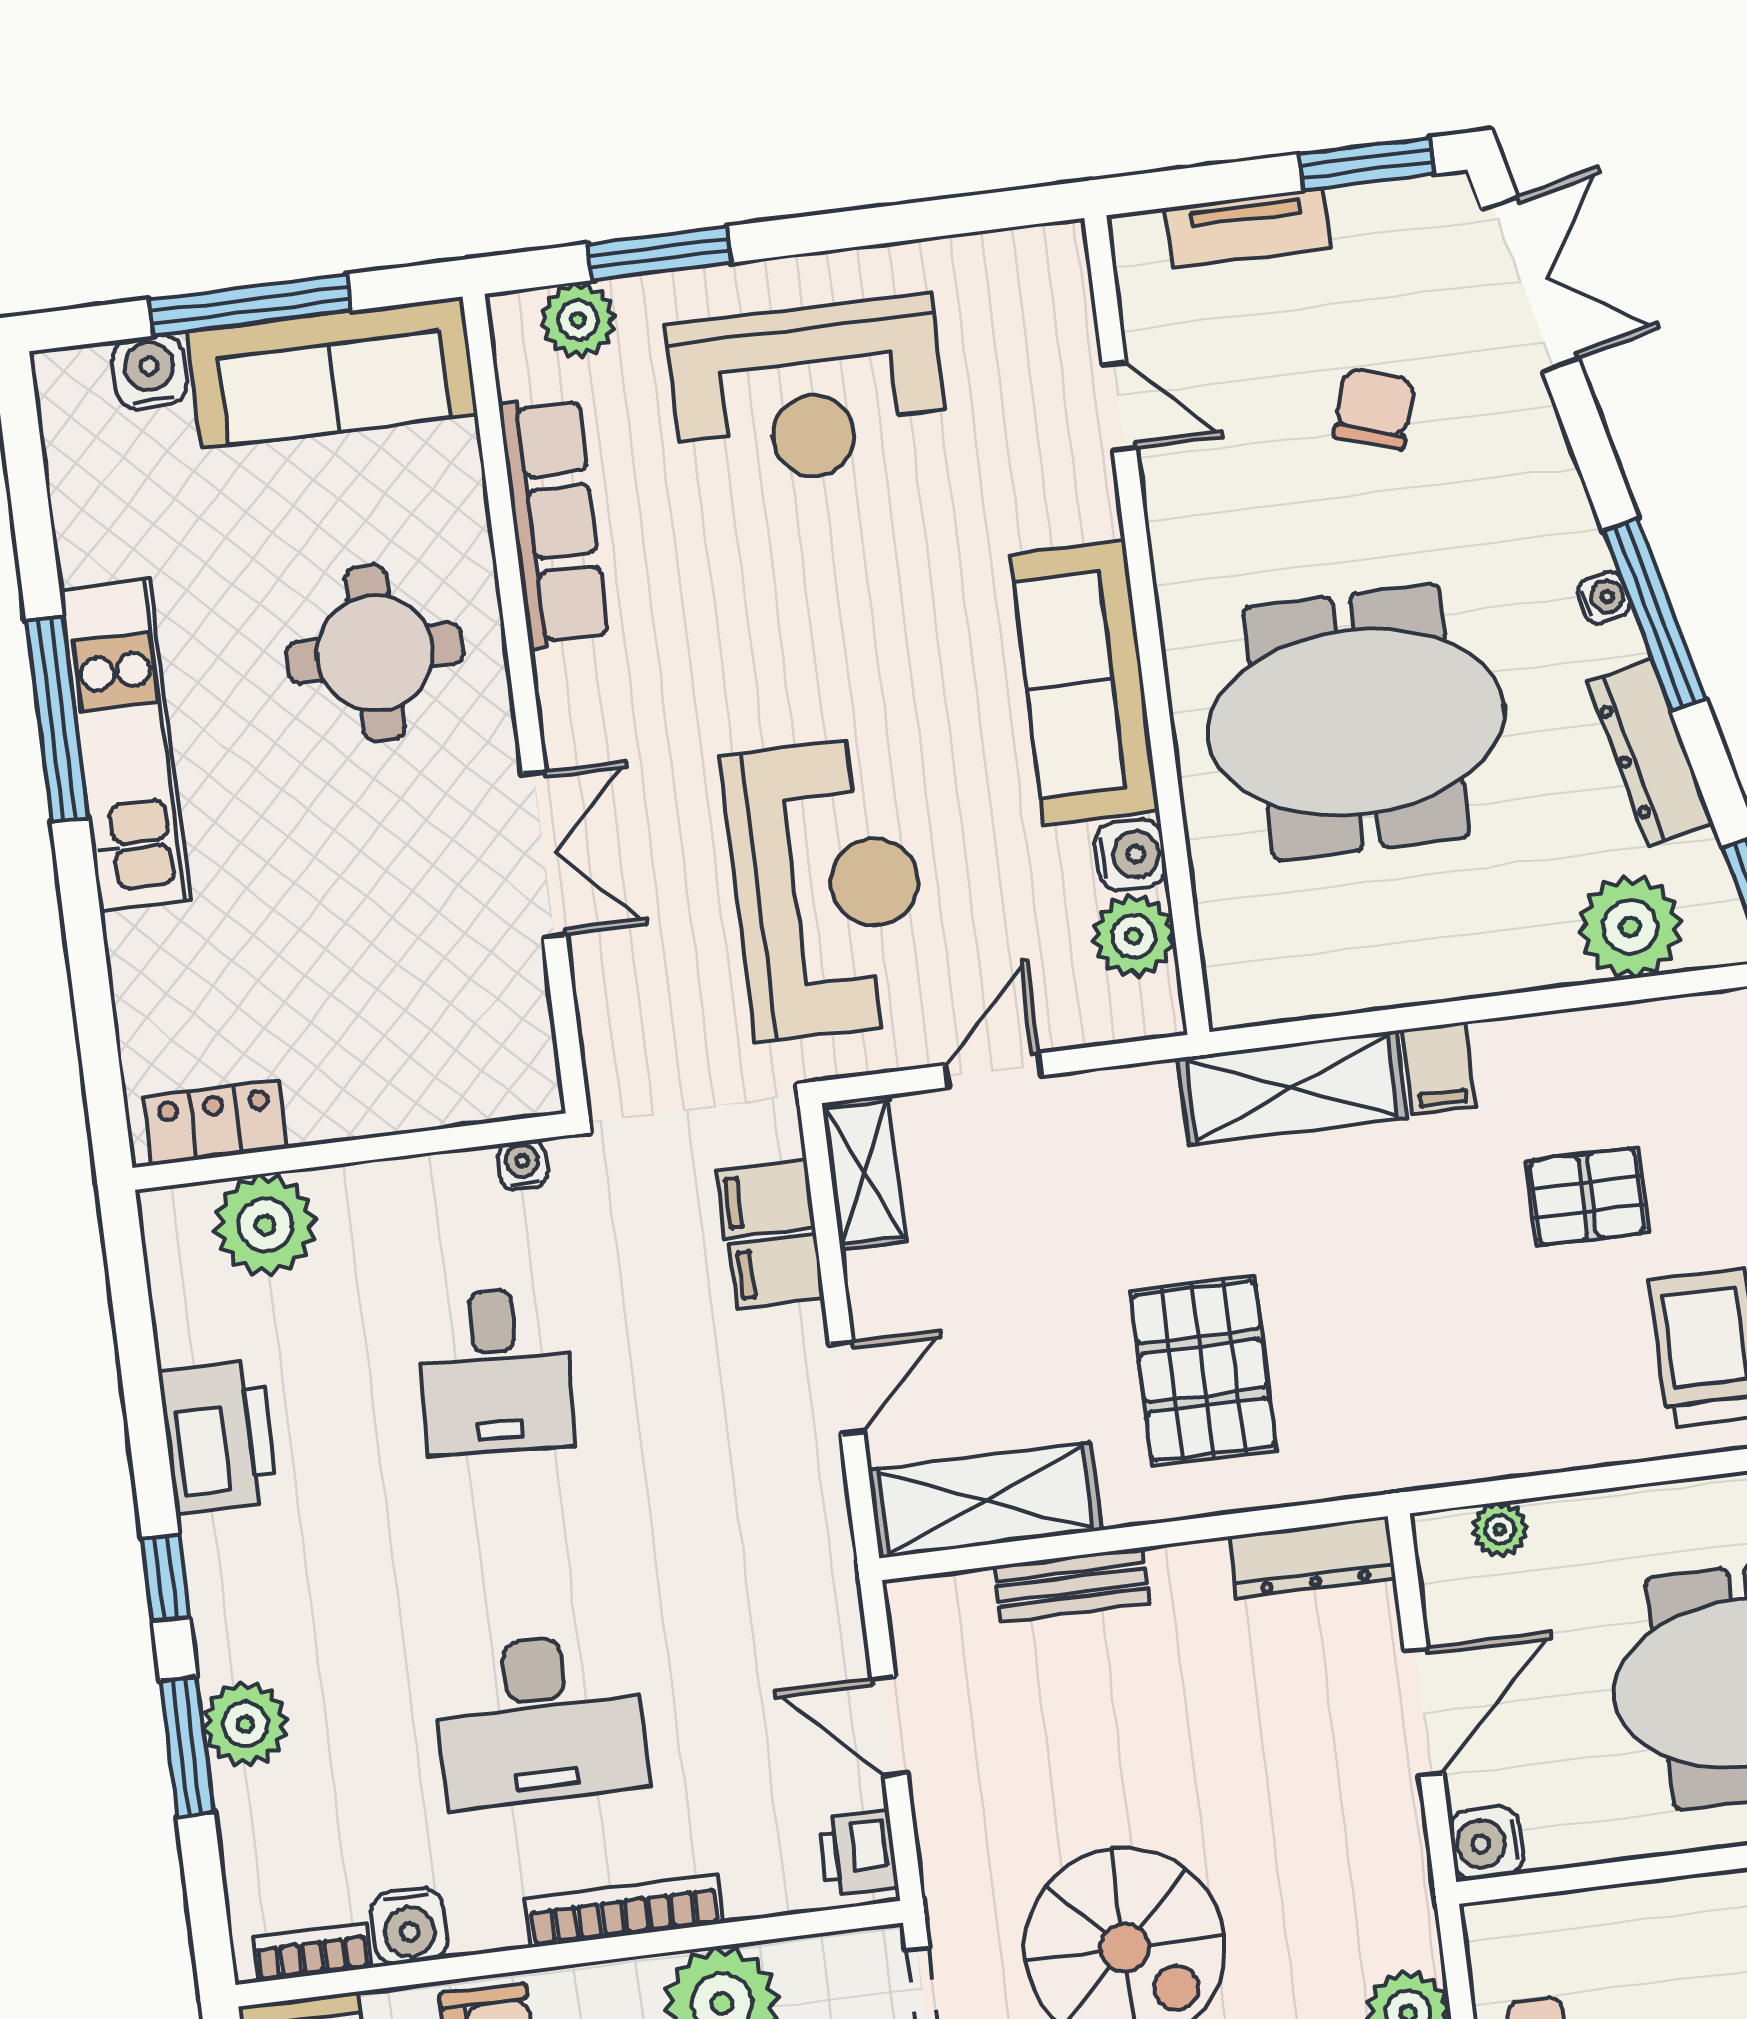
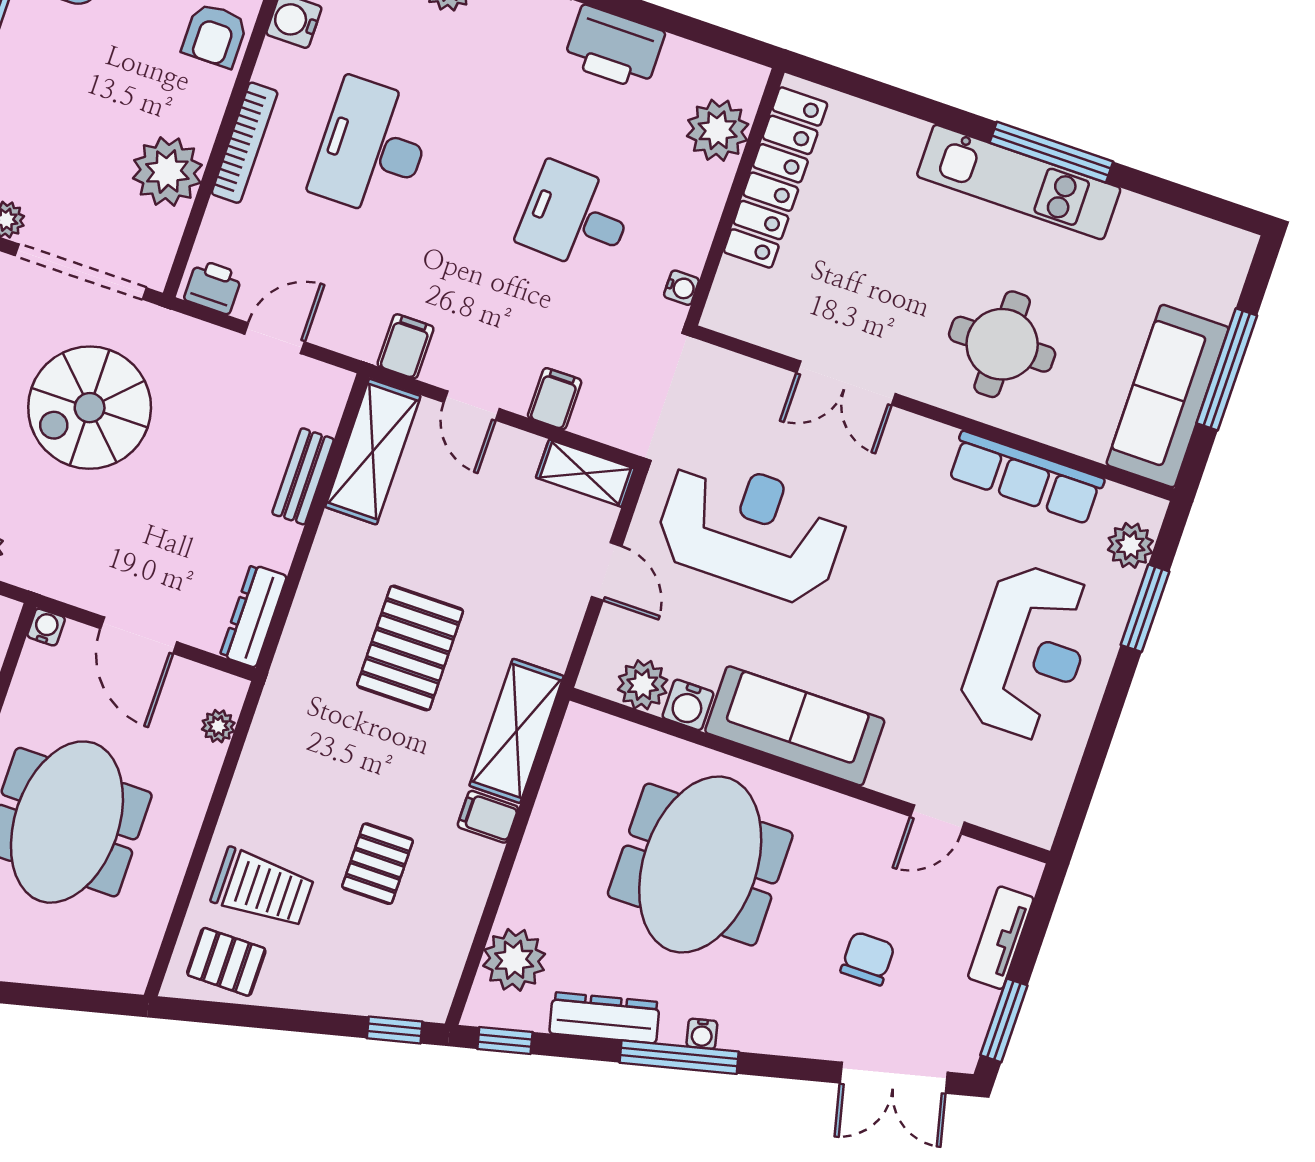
water cooler: (150, 372) -> (1217, 296), removed
reception desk: (808, 392) -> (1029, 652), turned 180
chair: (1374, 409) -> (868, 958), turned -107
reception desk: (827, 888) -> (752, 530), turned 180
locker: (215, 1123) -> (776, 177), width x2.16, depth x1.21
filing cabinet: (766, 1199) -> (406, 346), moved
pallet: (1203, 1371) -> (410, 648), moved, turned 90
water cooler: (1487, 1843) -> (46, 627), width x0.72, depth x0.72

